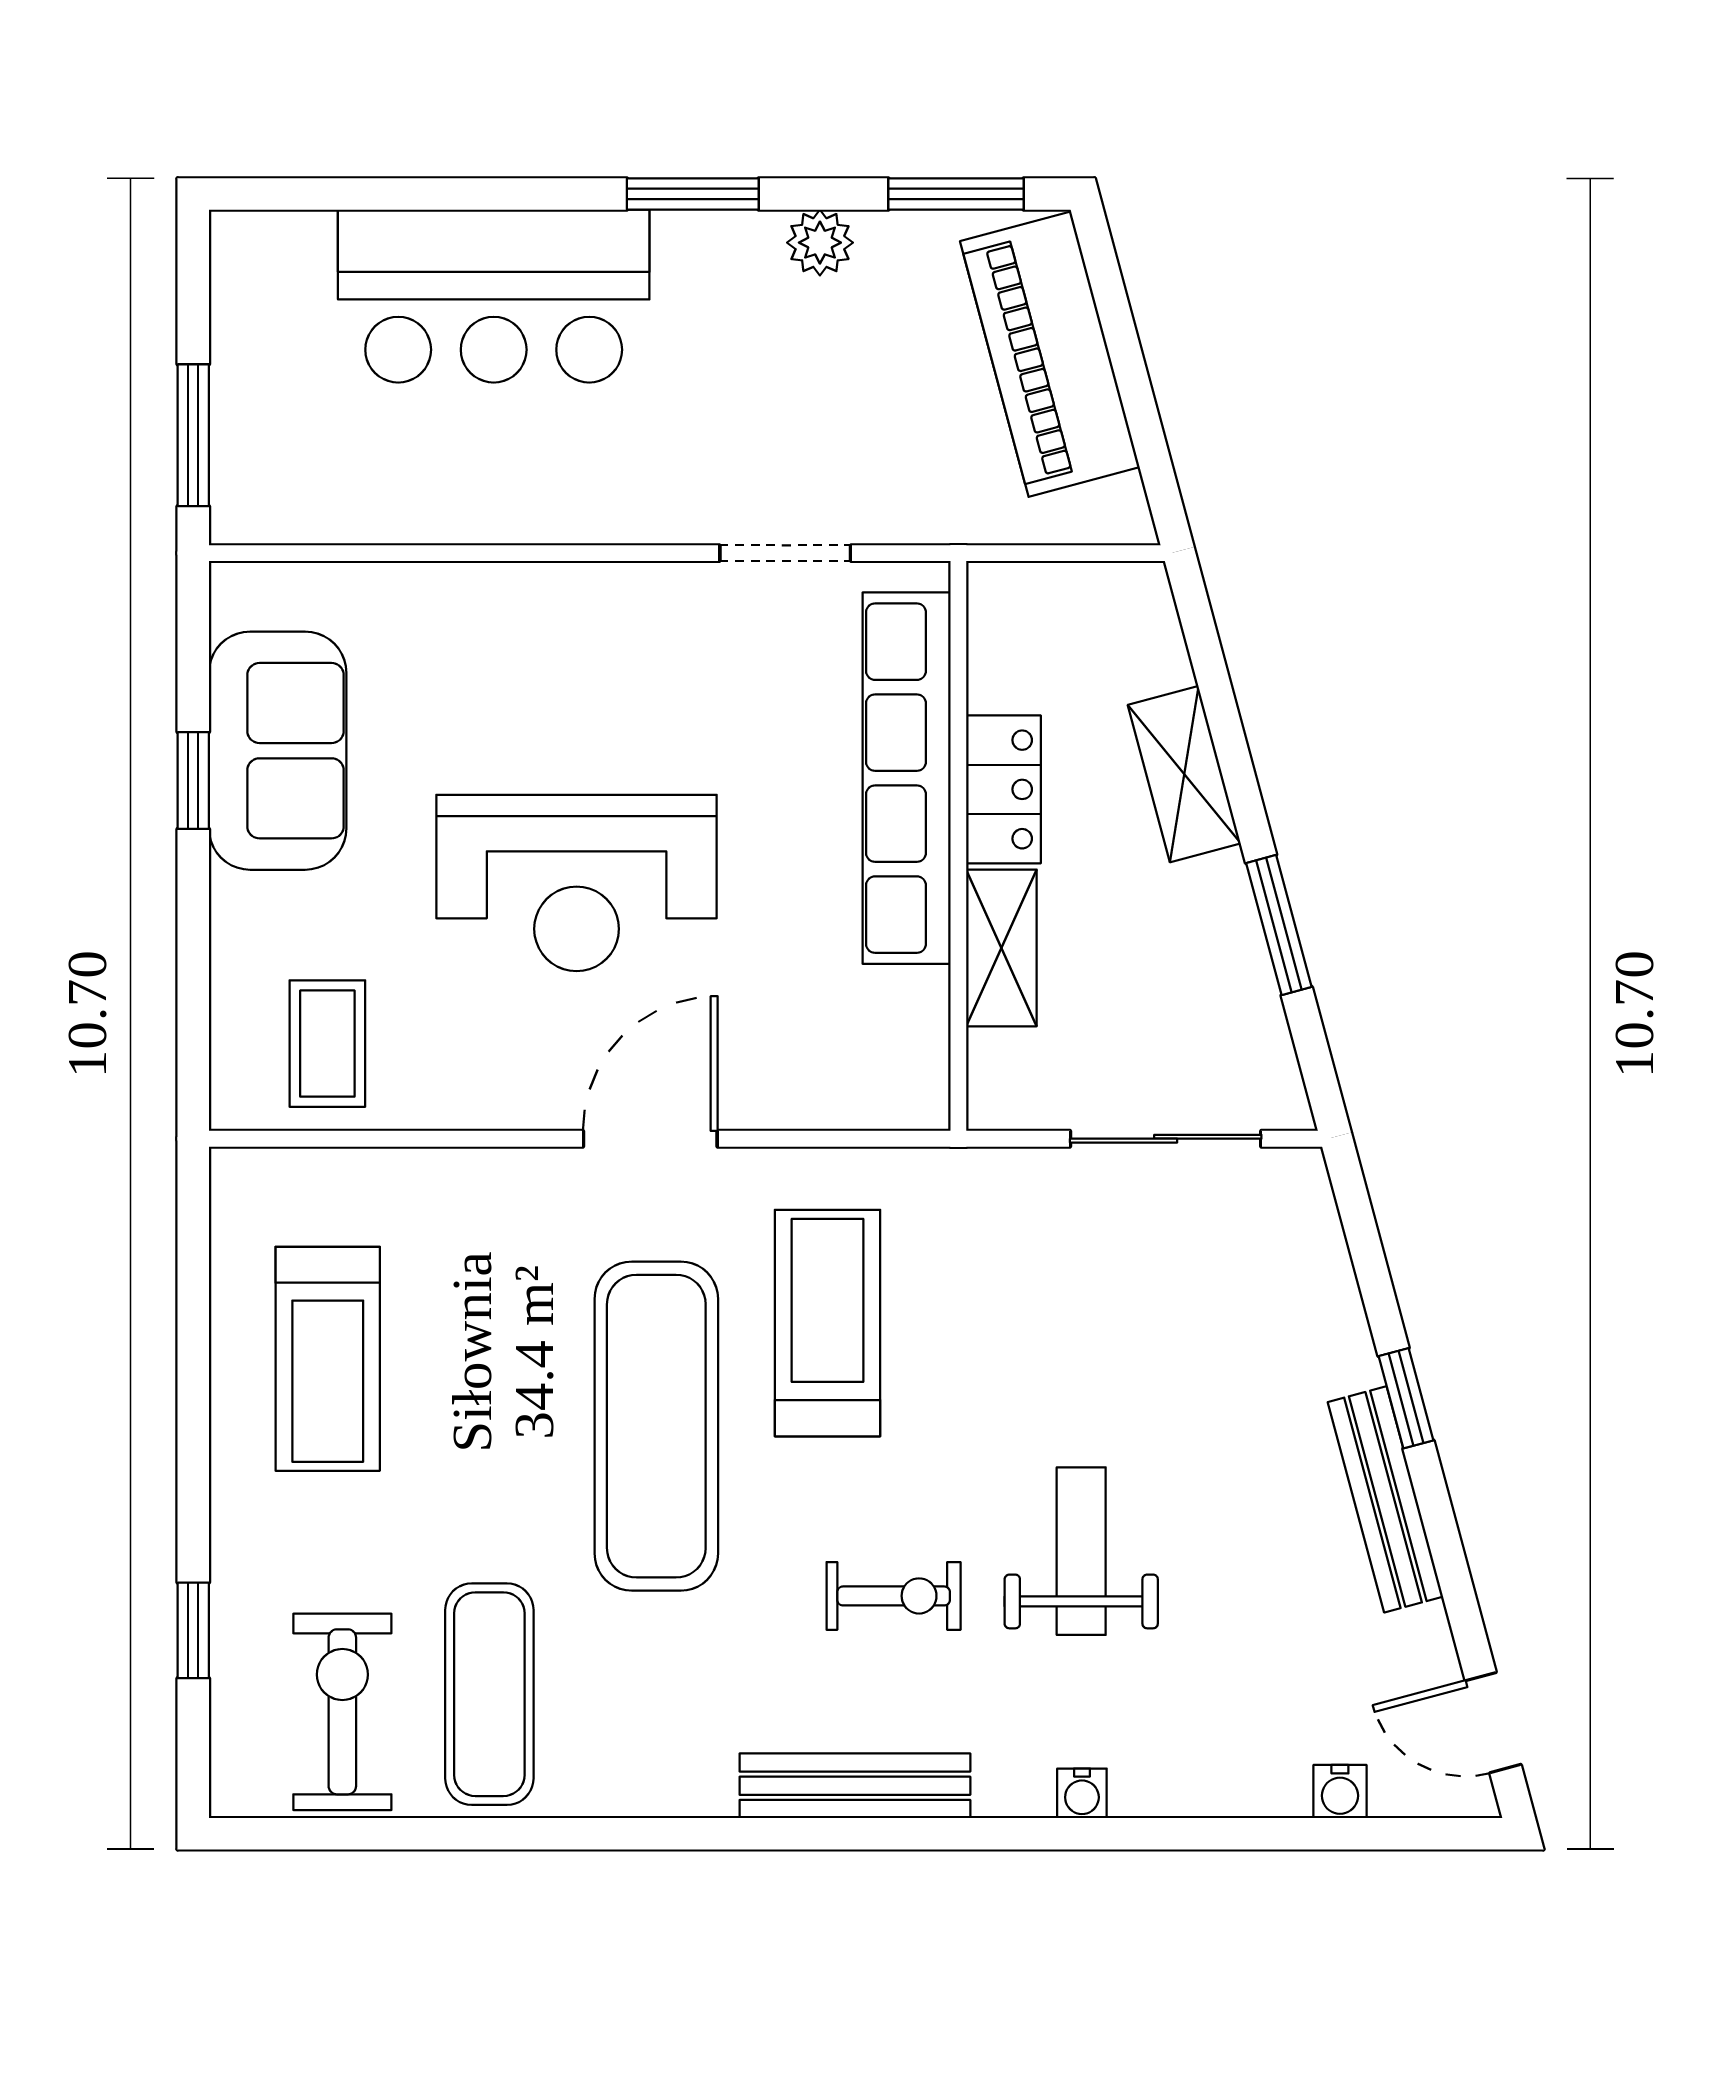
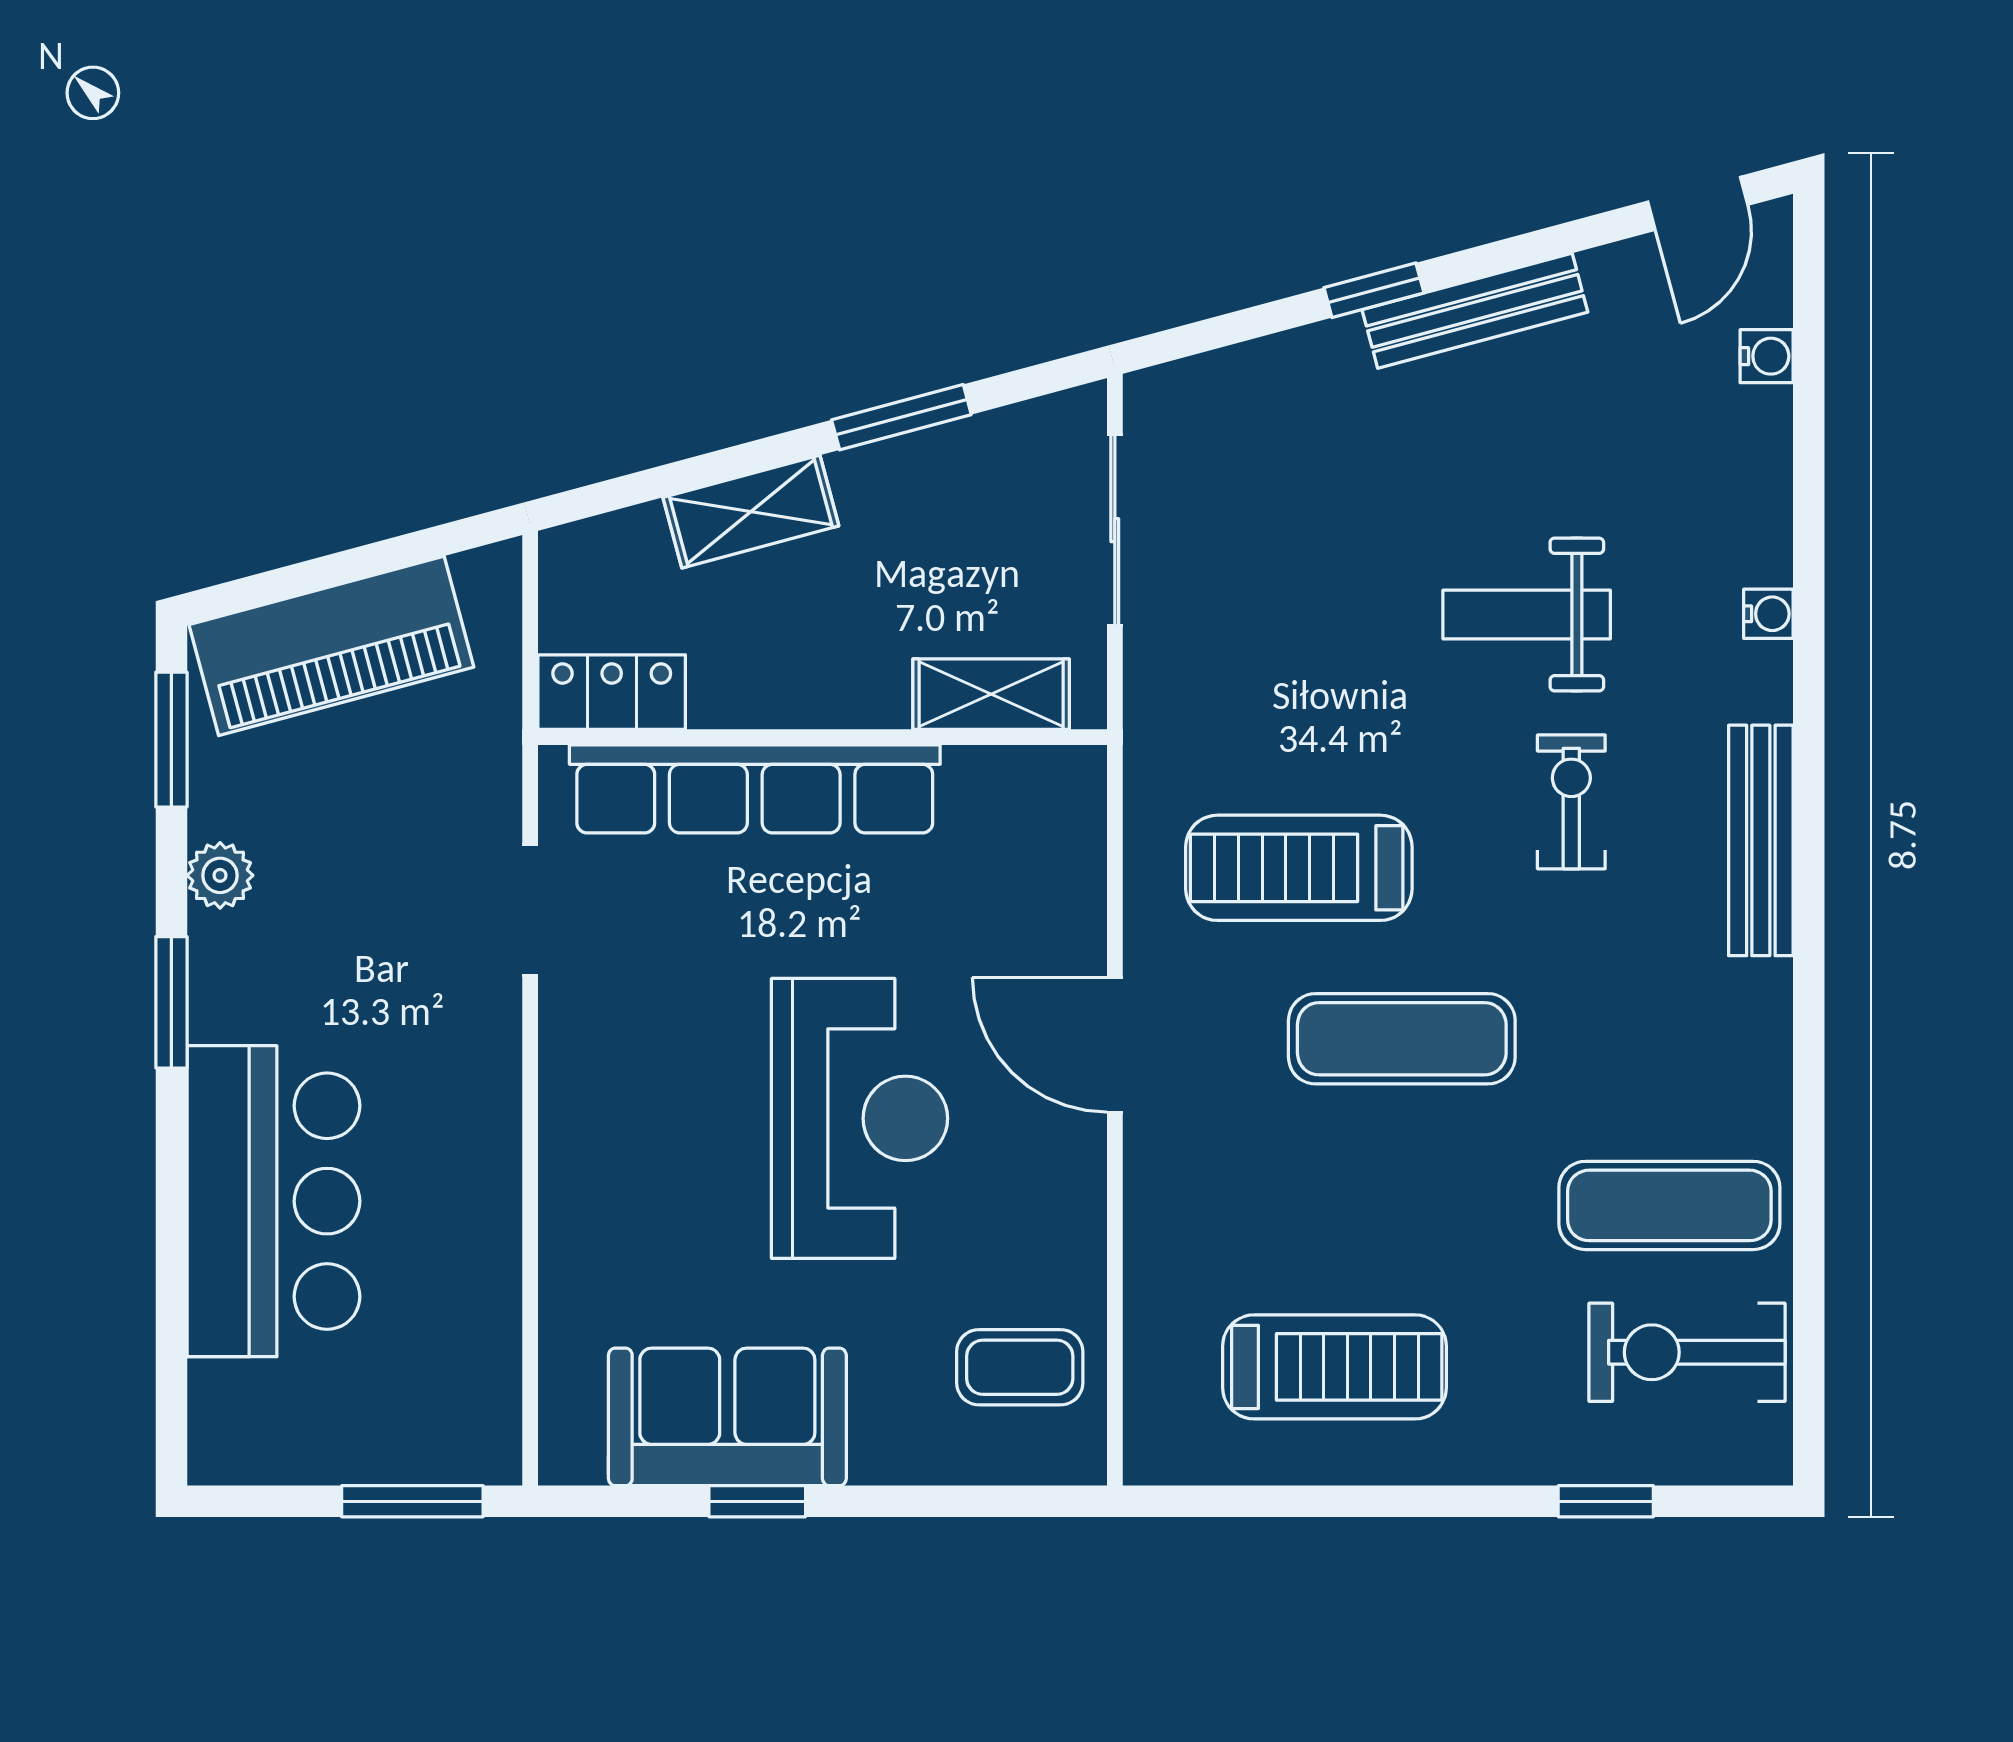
locker: (1004, 789) -> (612, 692), moved
shelving: (1001, 948) -> (991, 694), moved
exercise mat: (656, 1426) -> (1402, 1039), width x0.73, depth x0.69

